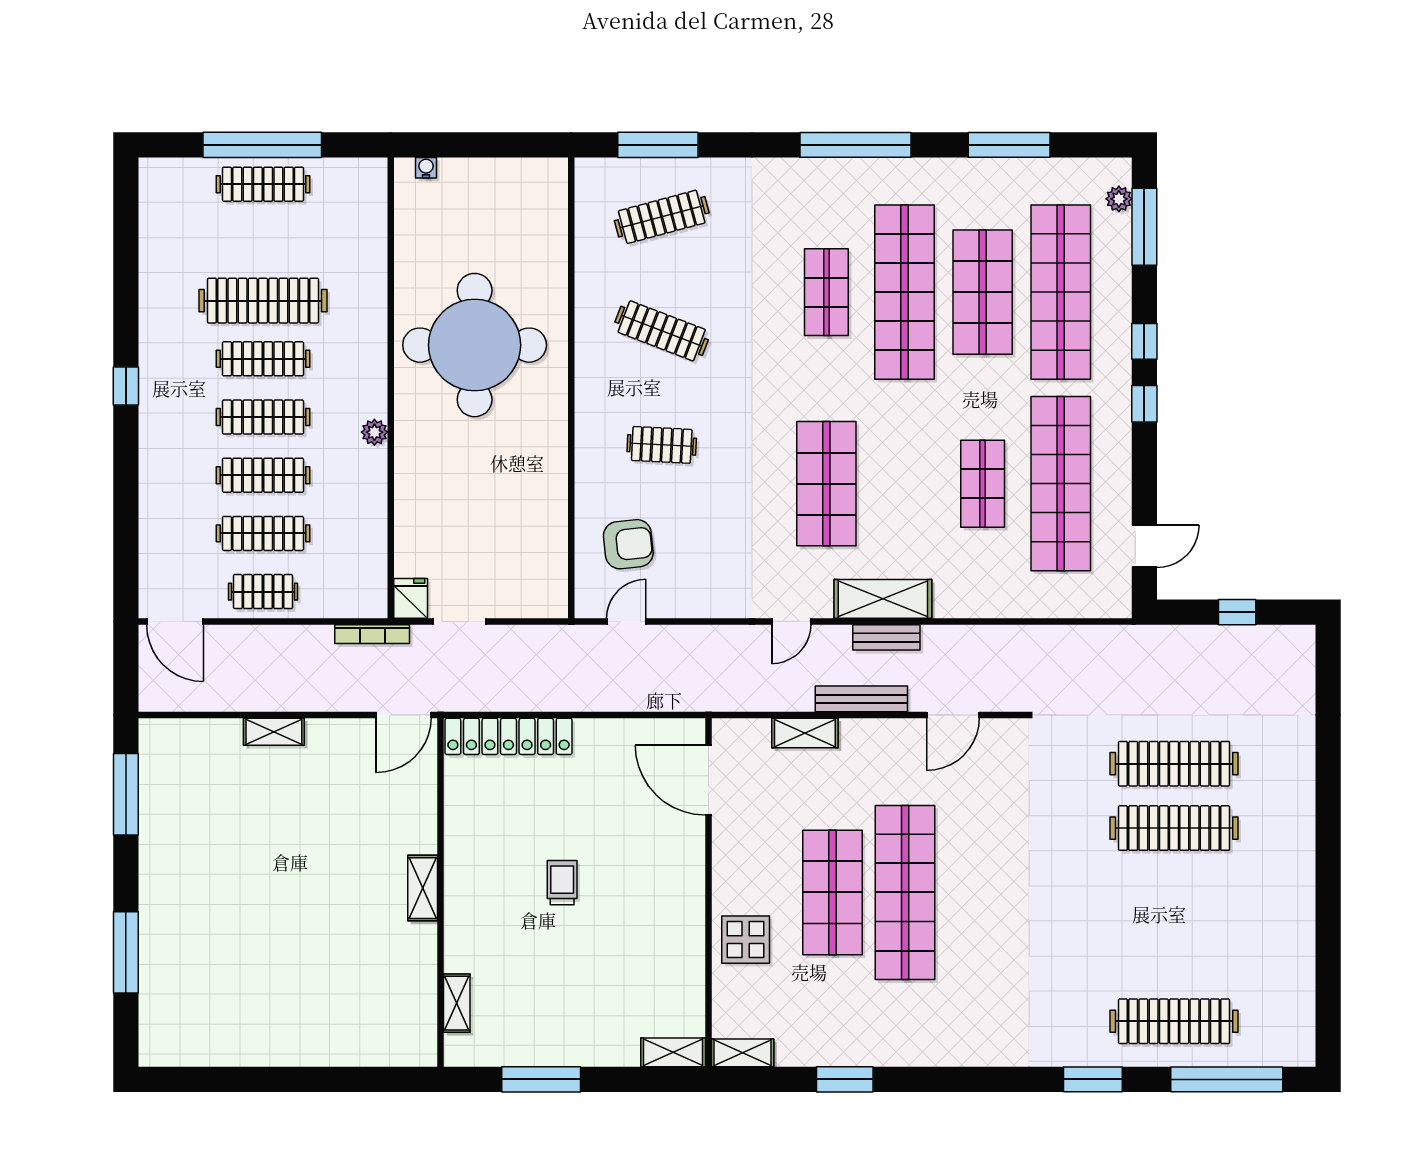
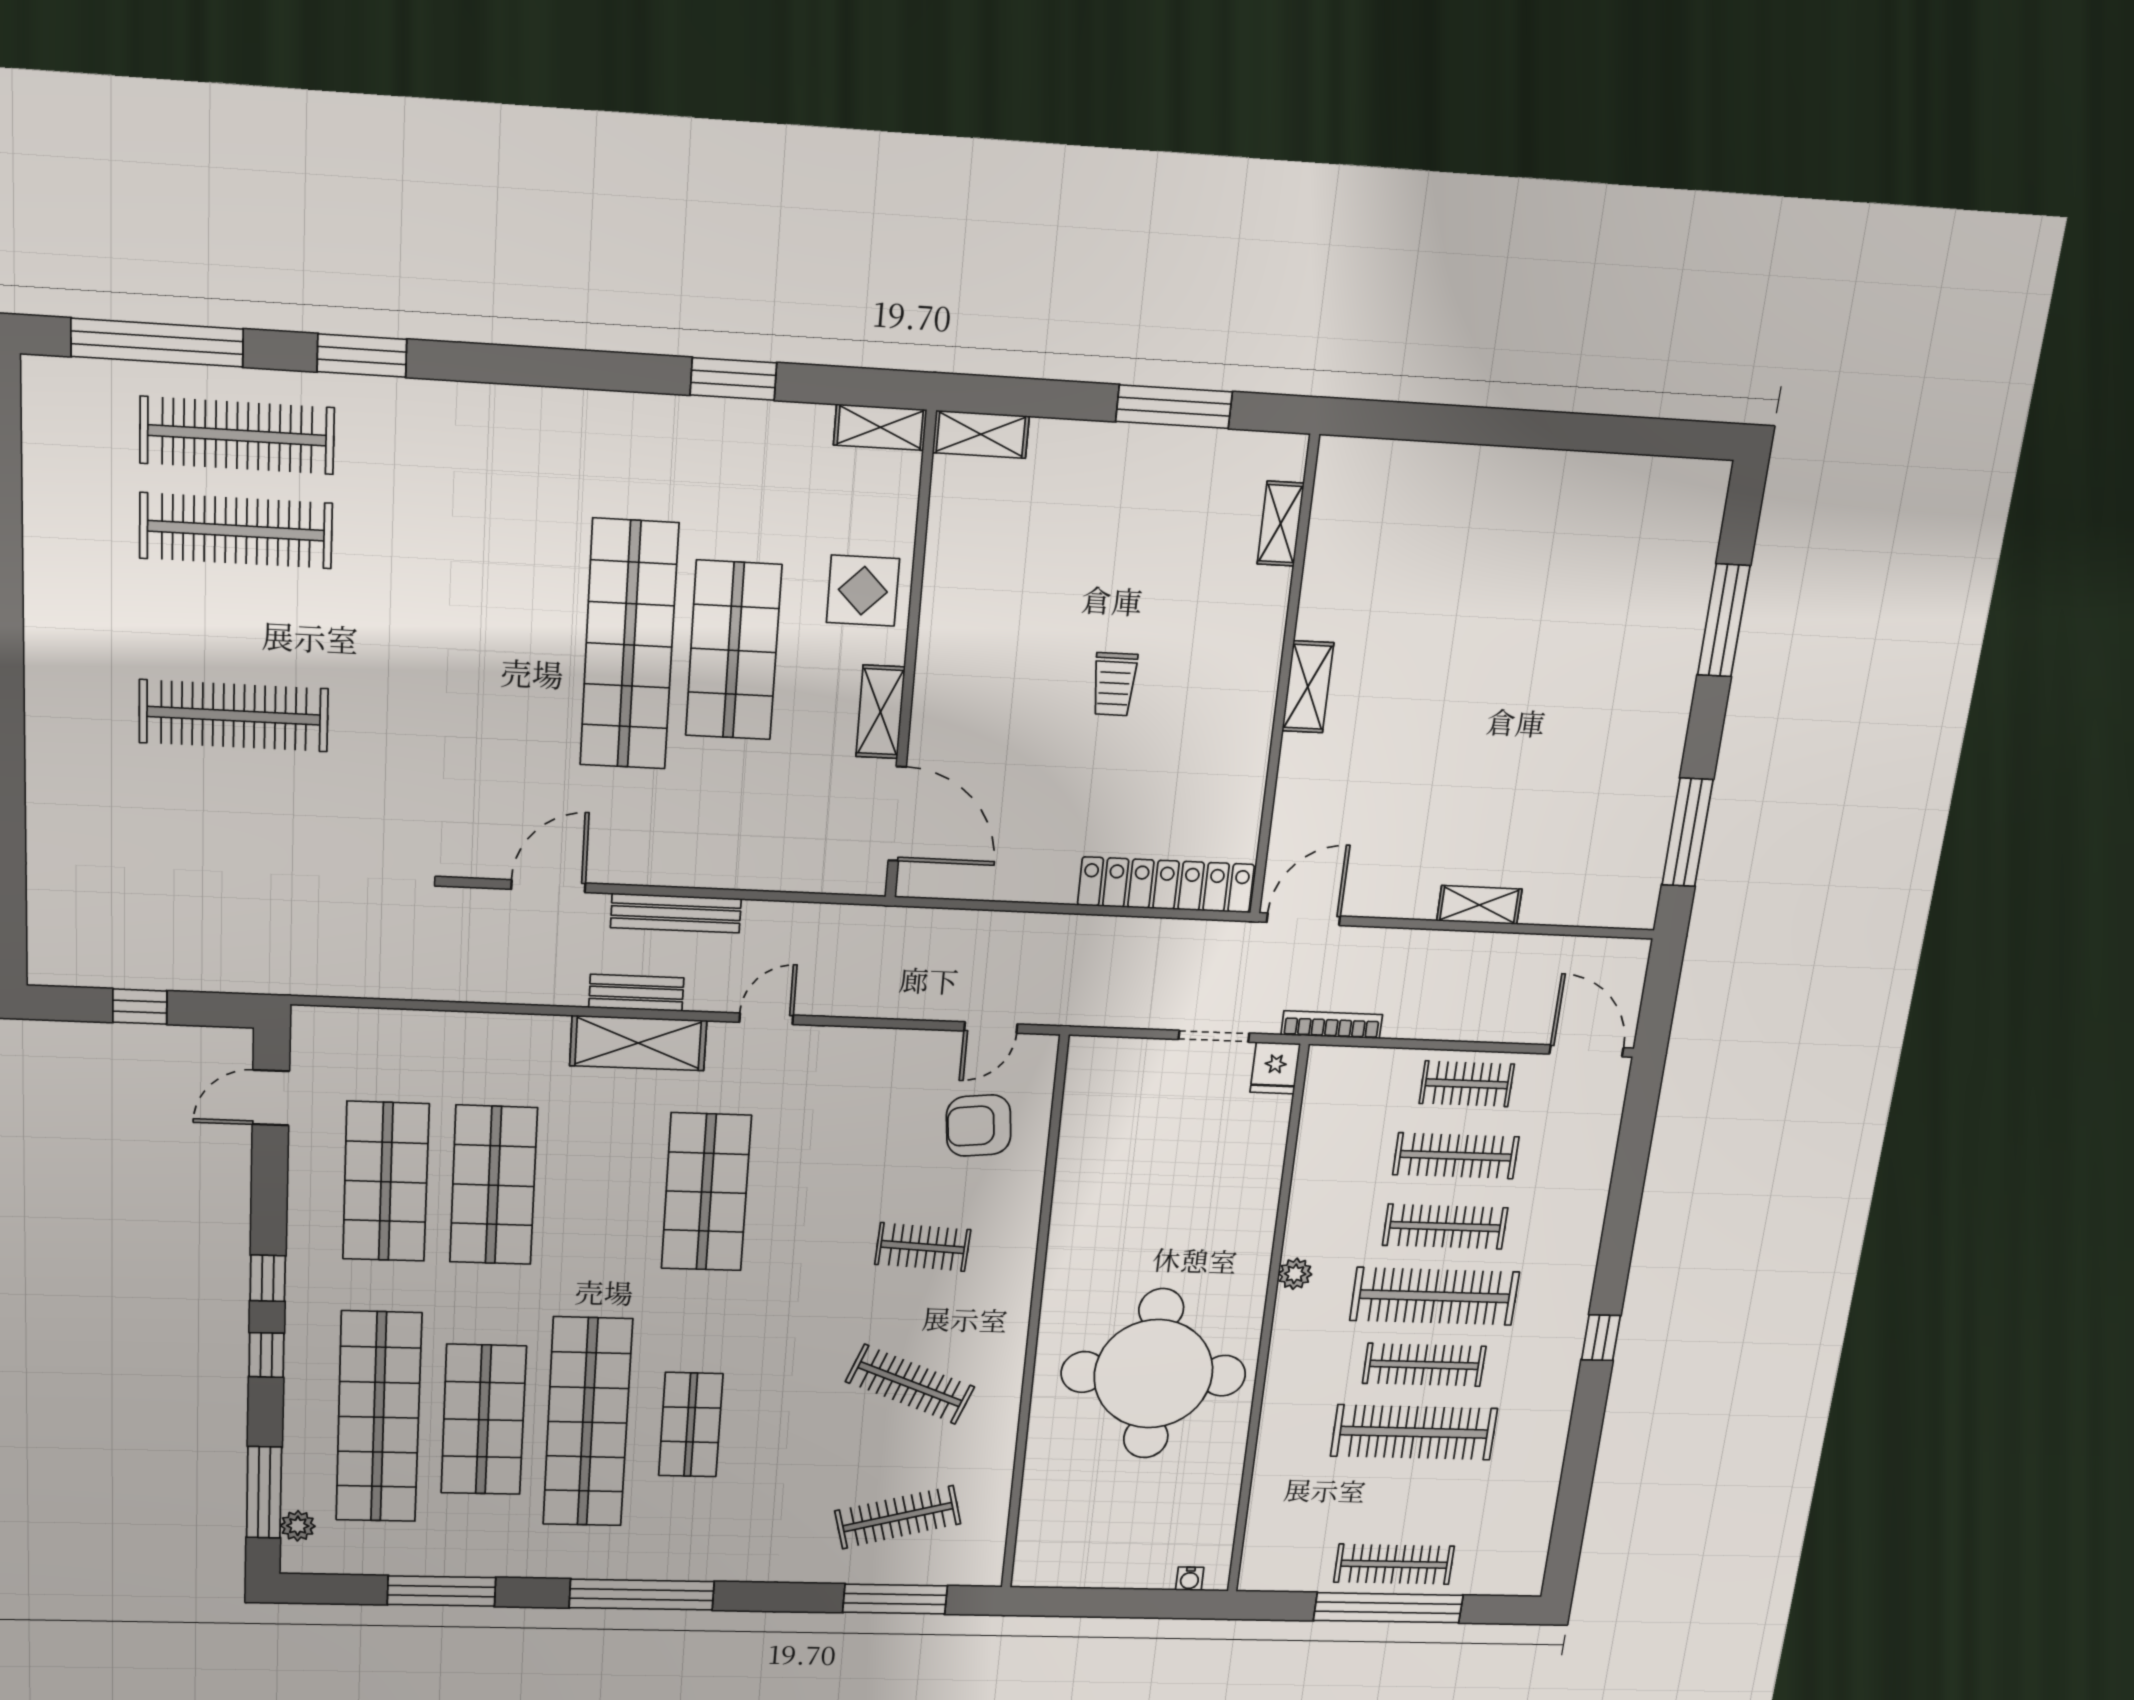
clothes rail: (263, 417) -> (1435, 1296), width x1.37, depth x1.31
shop shelf: (983, 484) -> (493, 1185), width x1.43, depth x1.36
shop shelf: (1061, 484) -> (386, 1182), width x0.71
shelving: (805, 733) -> (880, 712), moved, turned 90
clothes rail: (1174, 764) -> (236, 531), moved

